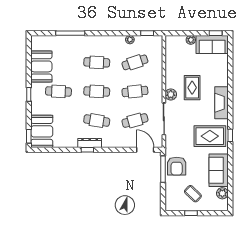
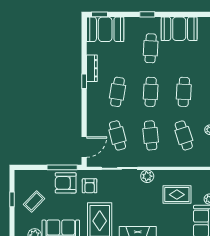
rug: (192, 88) -> (177, 195), moved
dresser: (90, 143) -> (92, 68), moved
armchair: (179, 145) -> (90, 186), added

